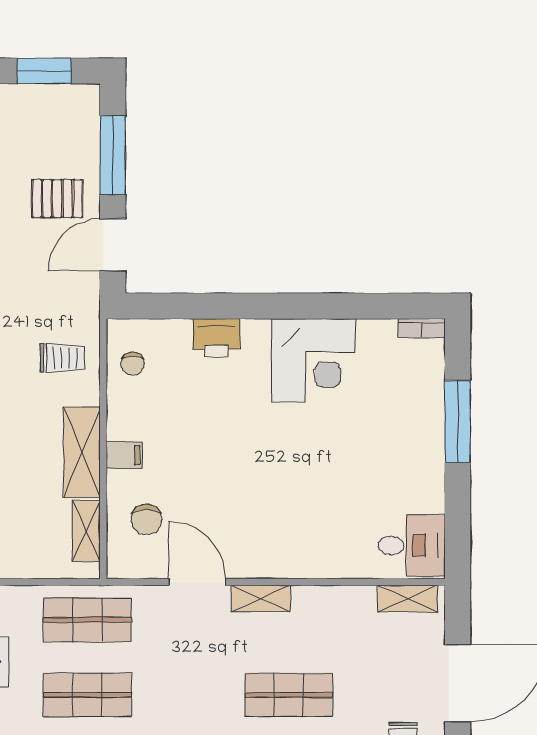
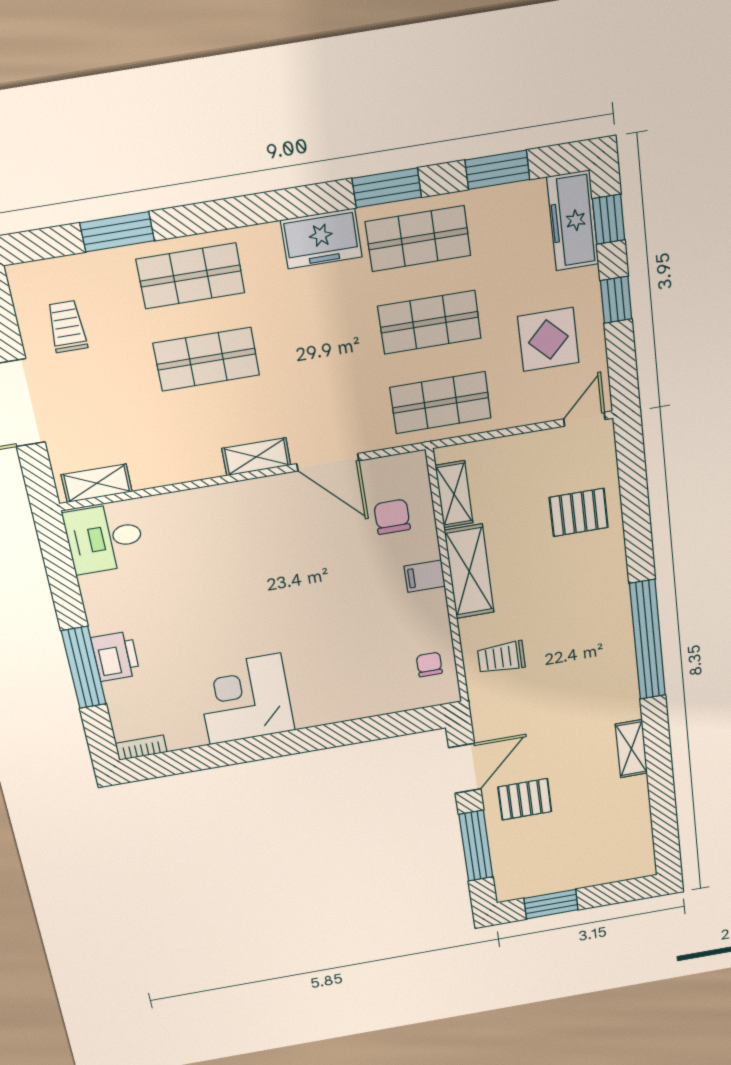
printer: (216, 338) -> (116, 656), moved, turned 90

